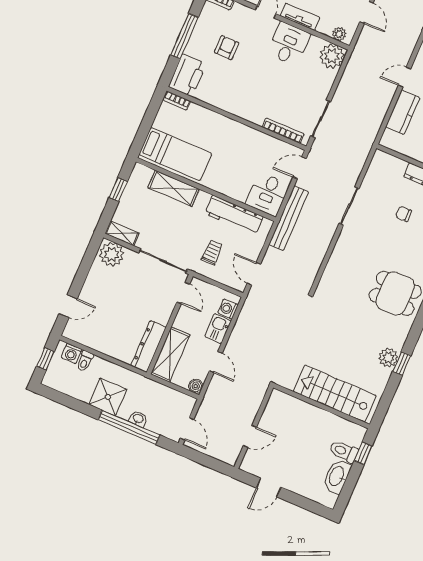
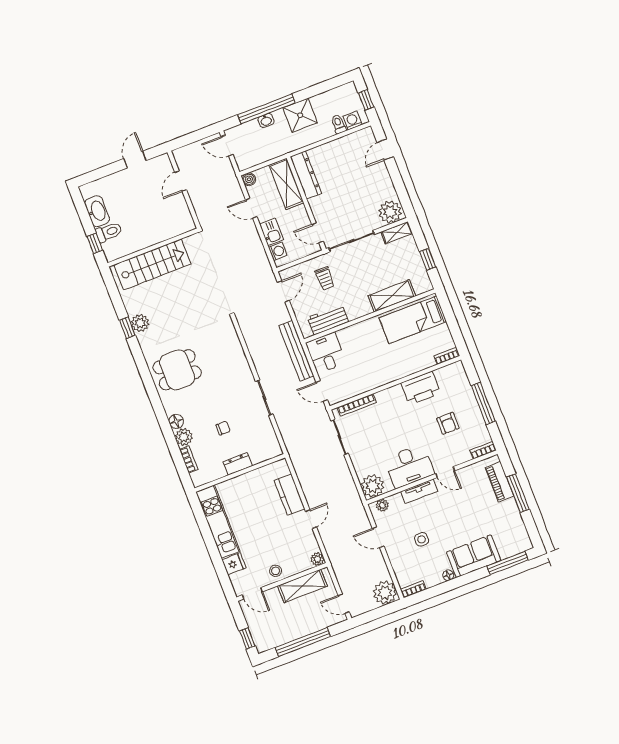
desk: (289, 44) -> (409, 466), width x1.37
printer: (187, 75) -> (421, 388), moved, turned -90
door: (300, 168) -> (322, 391), swing flipped
workbench: (234, 215) -> (328, 320), width x0.73
door: (254, 274) -> (283, 291), hinge flipped

